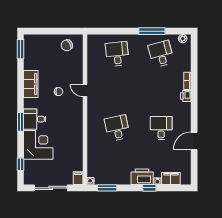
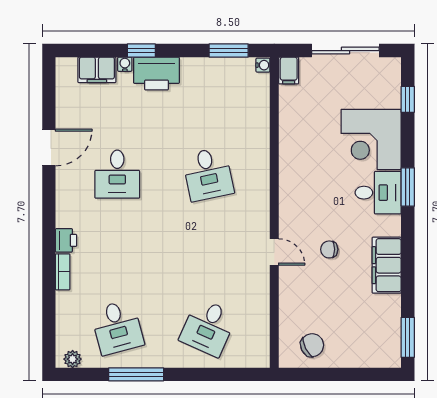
desk: (117, 54) -> (208, 327), turned 30

